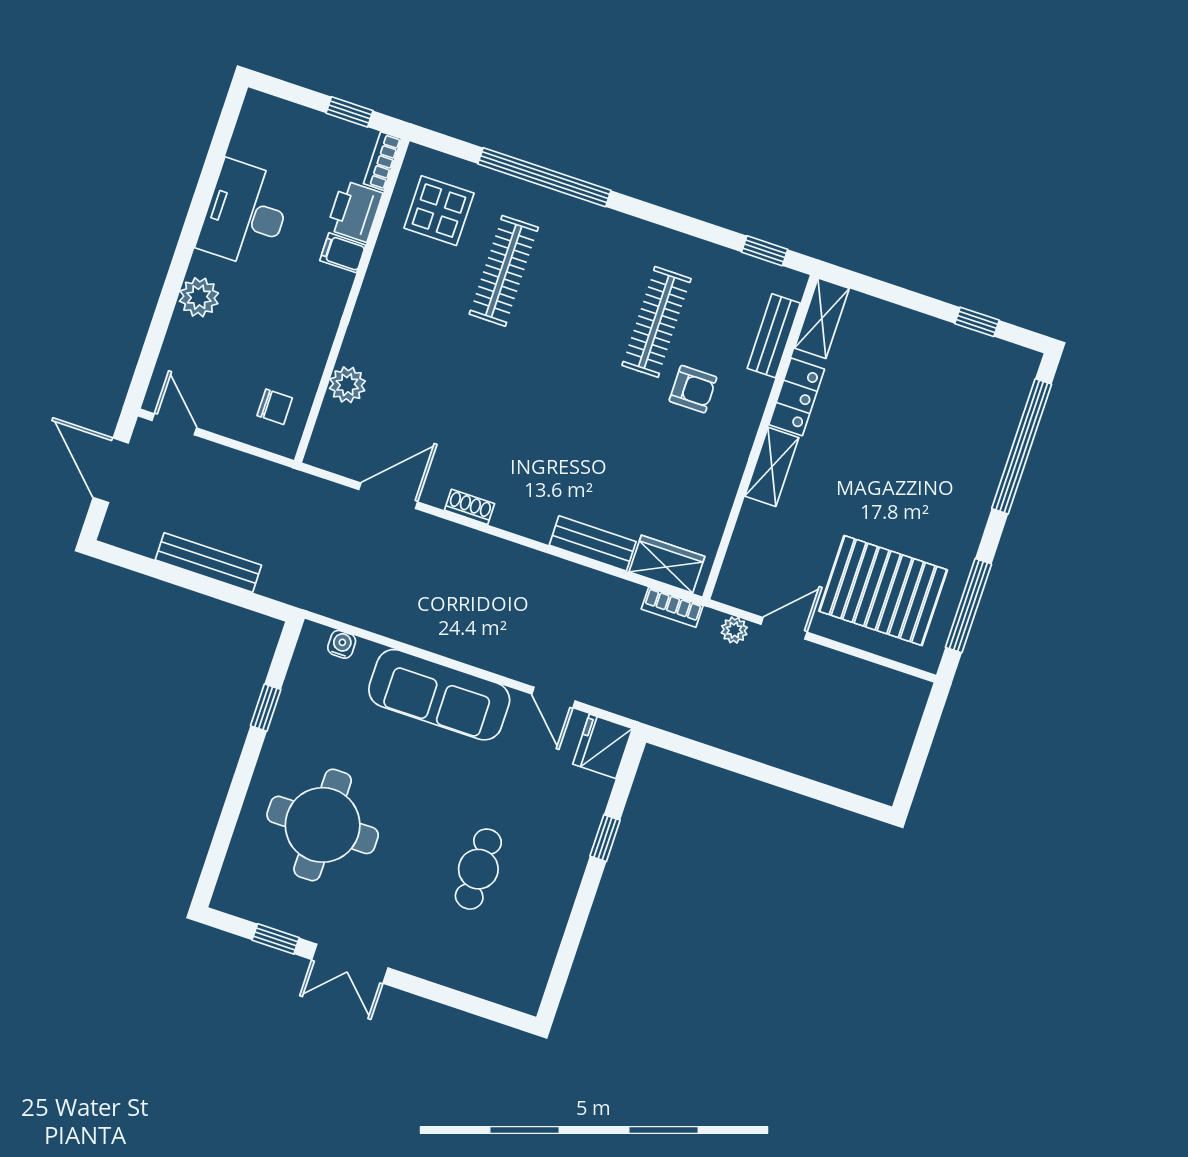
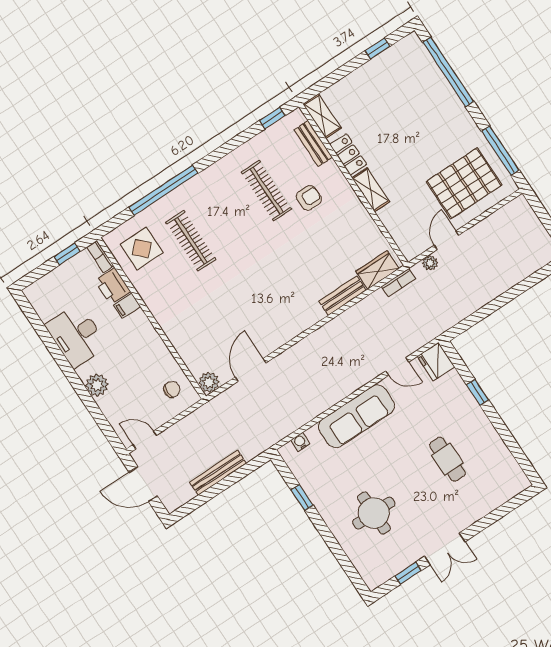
plant: (347, 385) -> (209, 382), moved
shoe rack: (470, 507) -> (284, 338), removed
round table: (323, 825) -> (374, 513), width x0.73, depth x0.73

